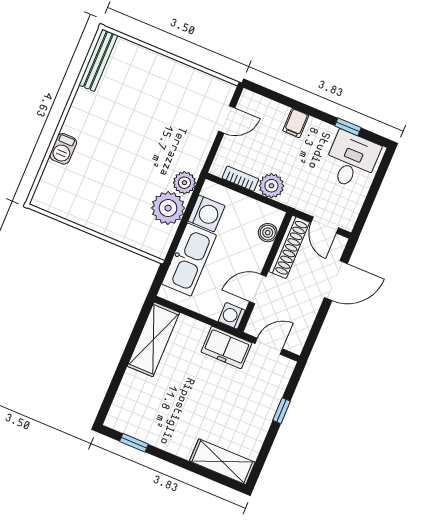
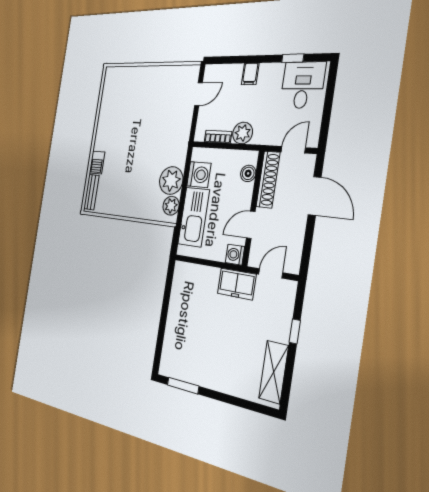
bench: (98, 60) -> (91, 192), moved, width x0.73
plant: (184, 183) -> (171, 206), moved
door: (325, 225) -> (293, 150), swing flipped
door: (336, 281) -> (315, 196), hinge flipped
shelving: (153, 339) -> (181, 292), removed
window: (134, 443) -> (183, 386), width x1.50
shelving: (222, 462) -> (274, 372), moved, turned 90

